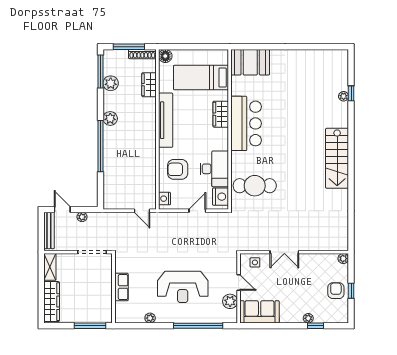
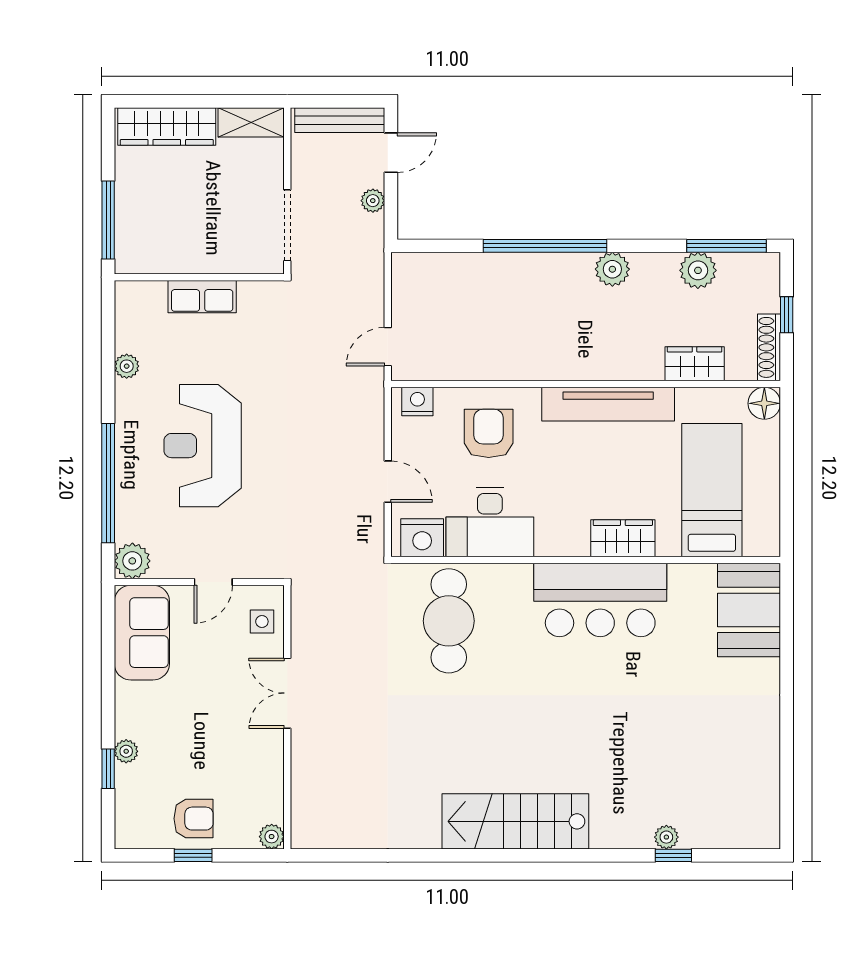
window: (129, 47) -> (787, 315), width x0.46
plant: (230, 301) -> (132, 561), moved

